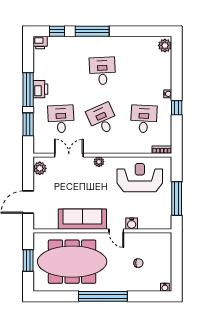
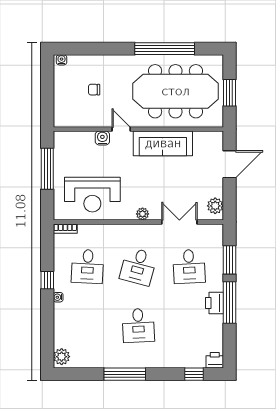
window: (92, 31) -> (125, 374), moved
desk: (102, 119) -> (138, 266), turned 39
double door: (69, 155) -> (179, 222), swing flipped
window: (103, 296) -> (165, 49), moved

